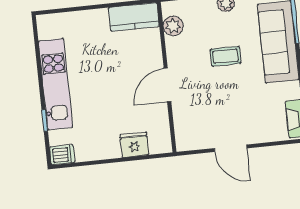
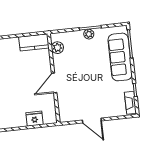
coffee table: (226, 56) -> (89, 66), removed

